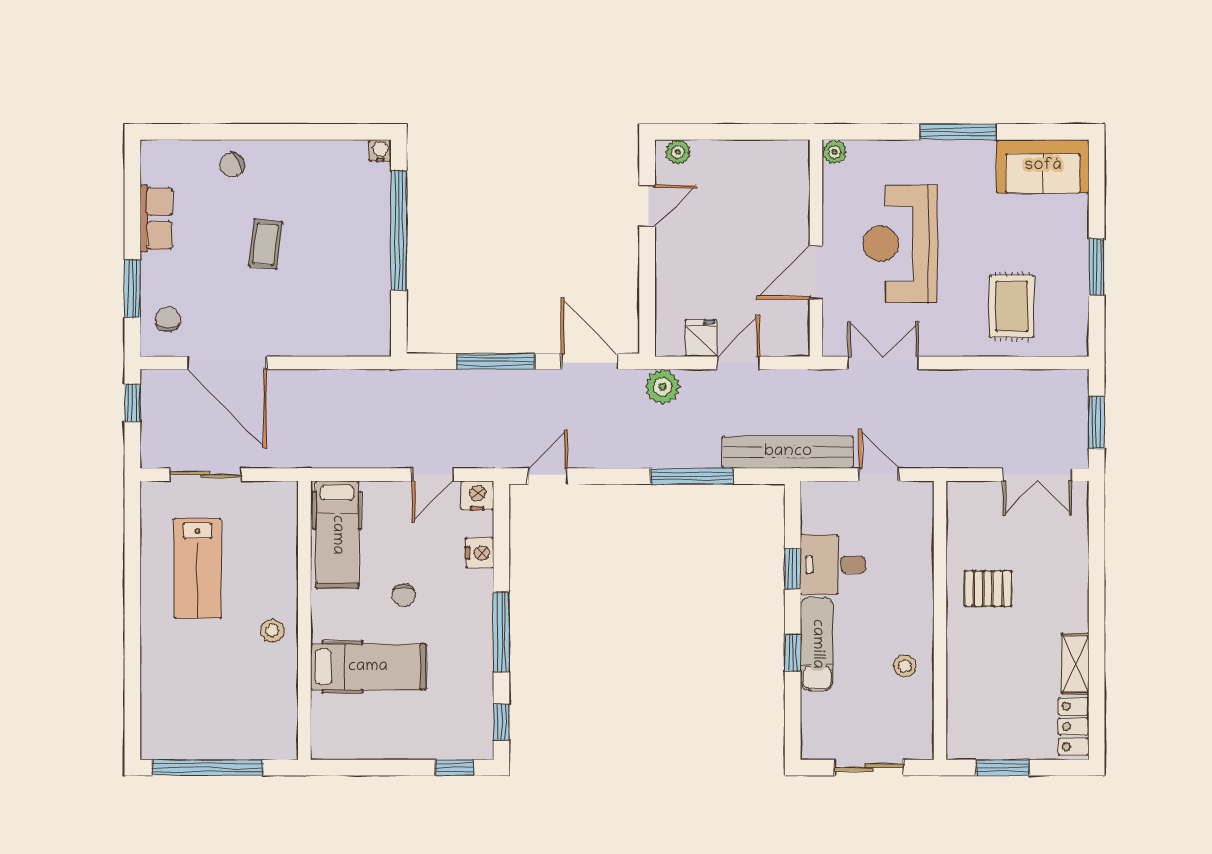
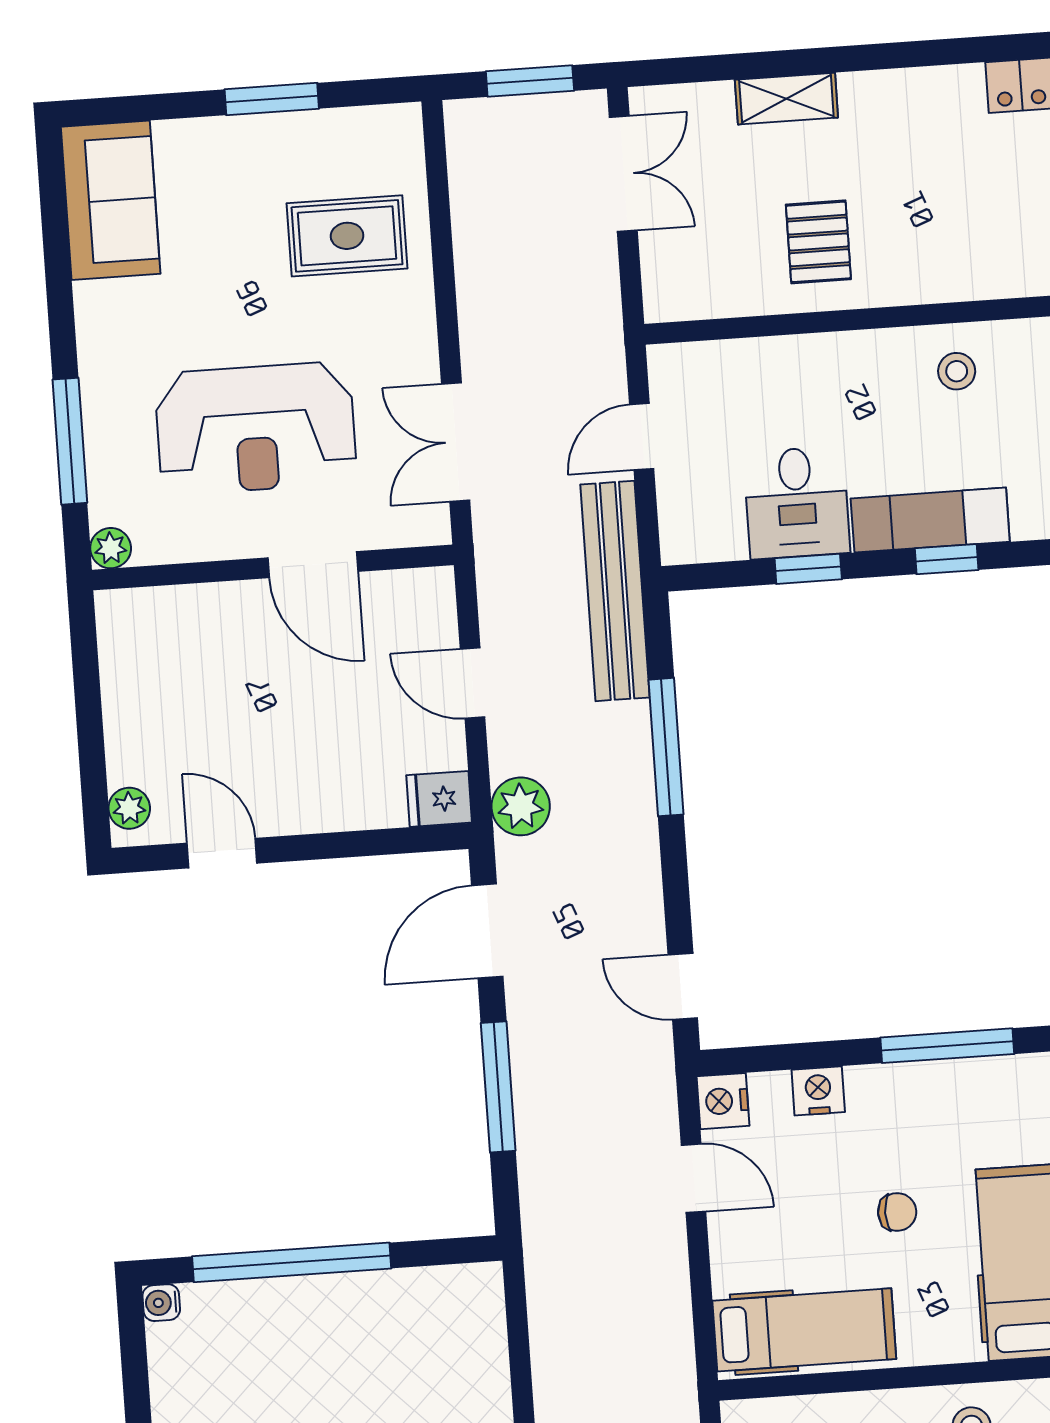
window: (958, 132) -> (70, 441), moved
fridge: (701, 338) -> (439, 799), moved
shelving: (1075, 664) -> (786, 99), moved

